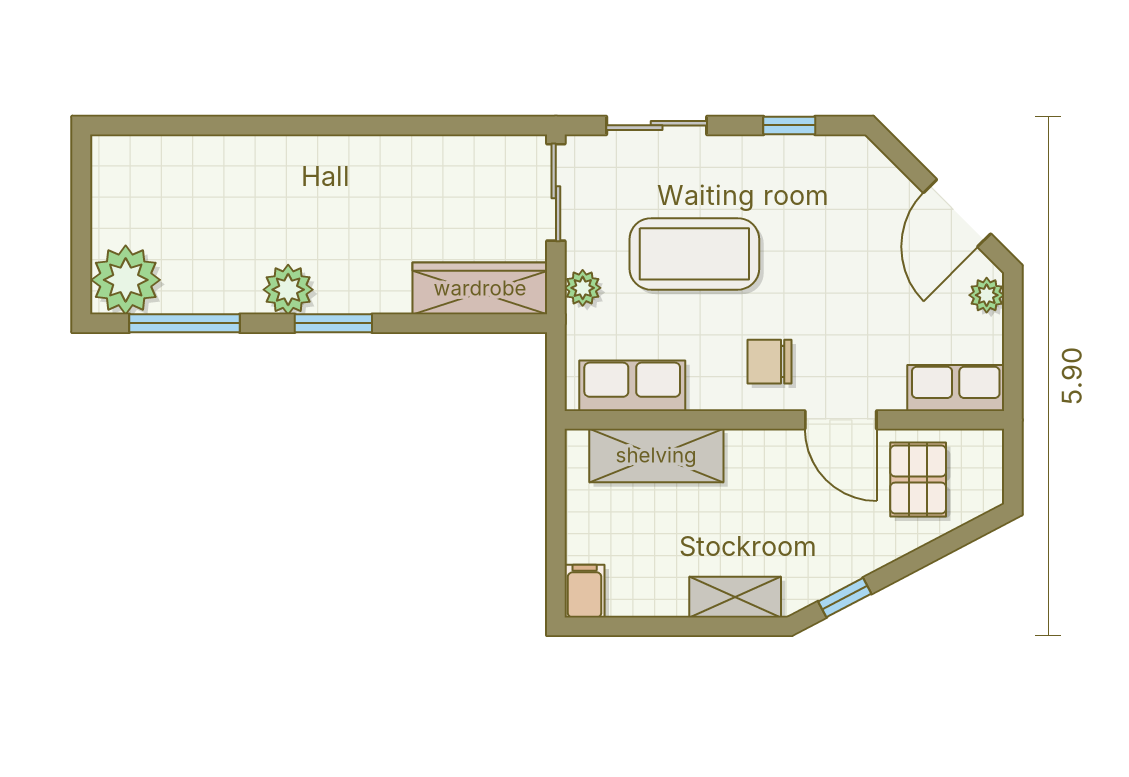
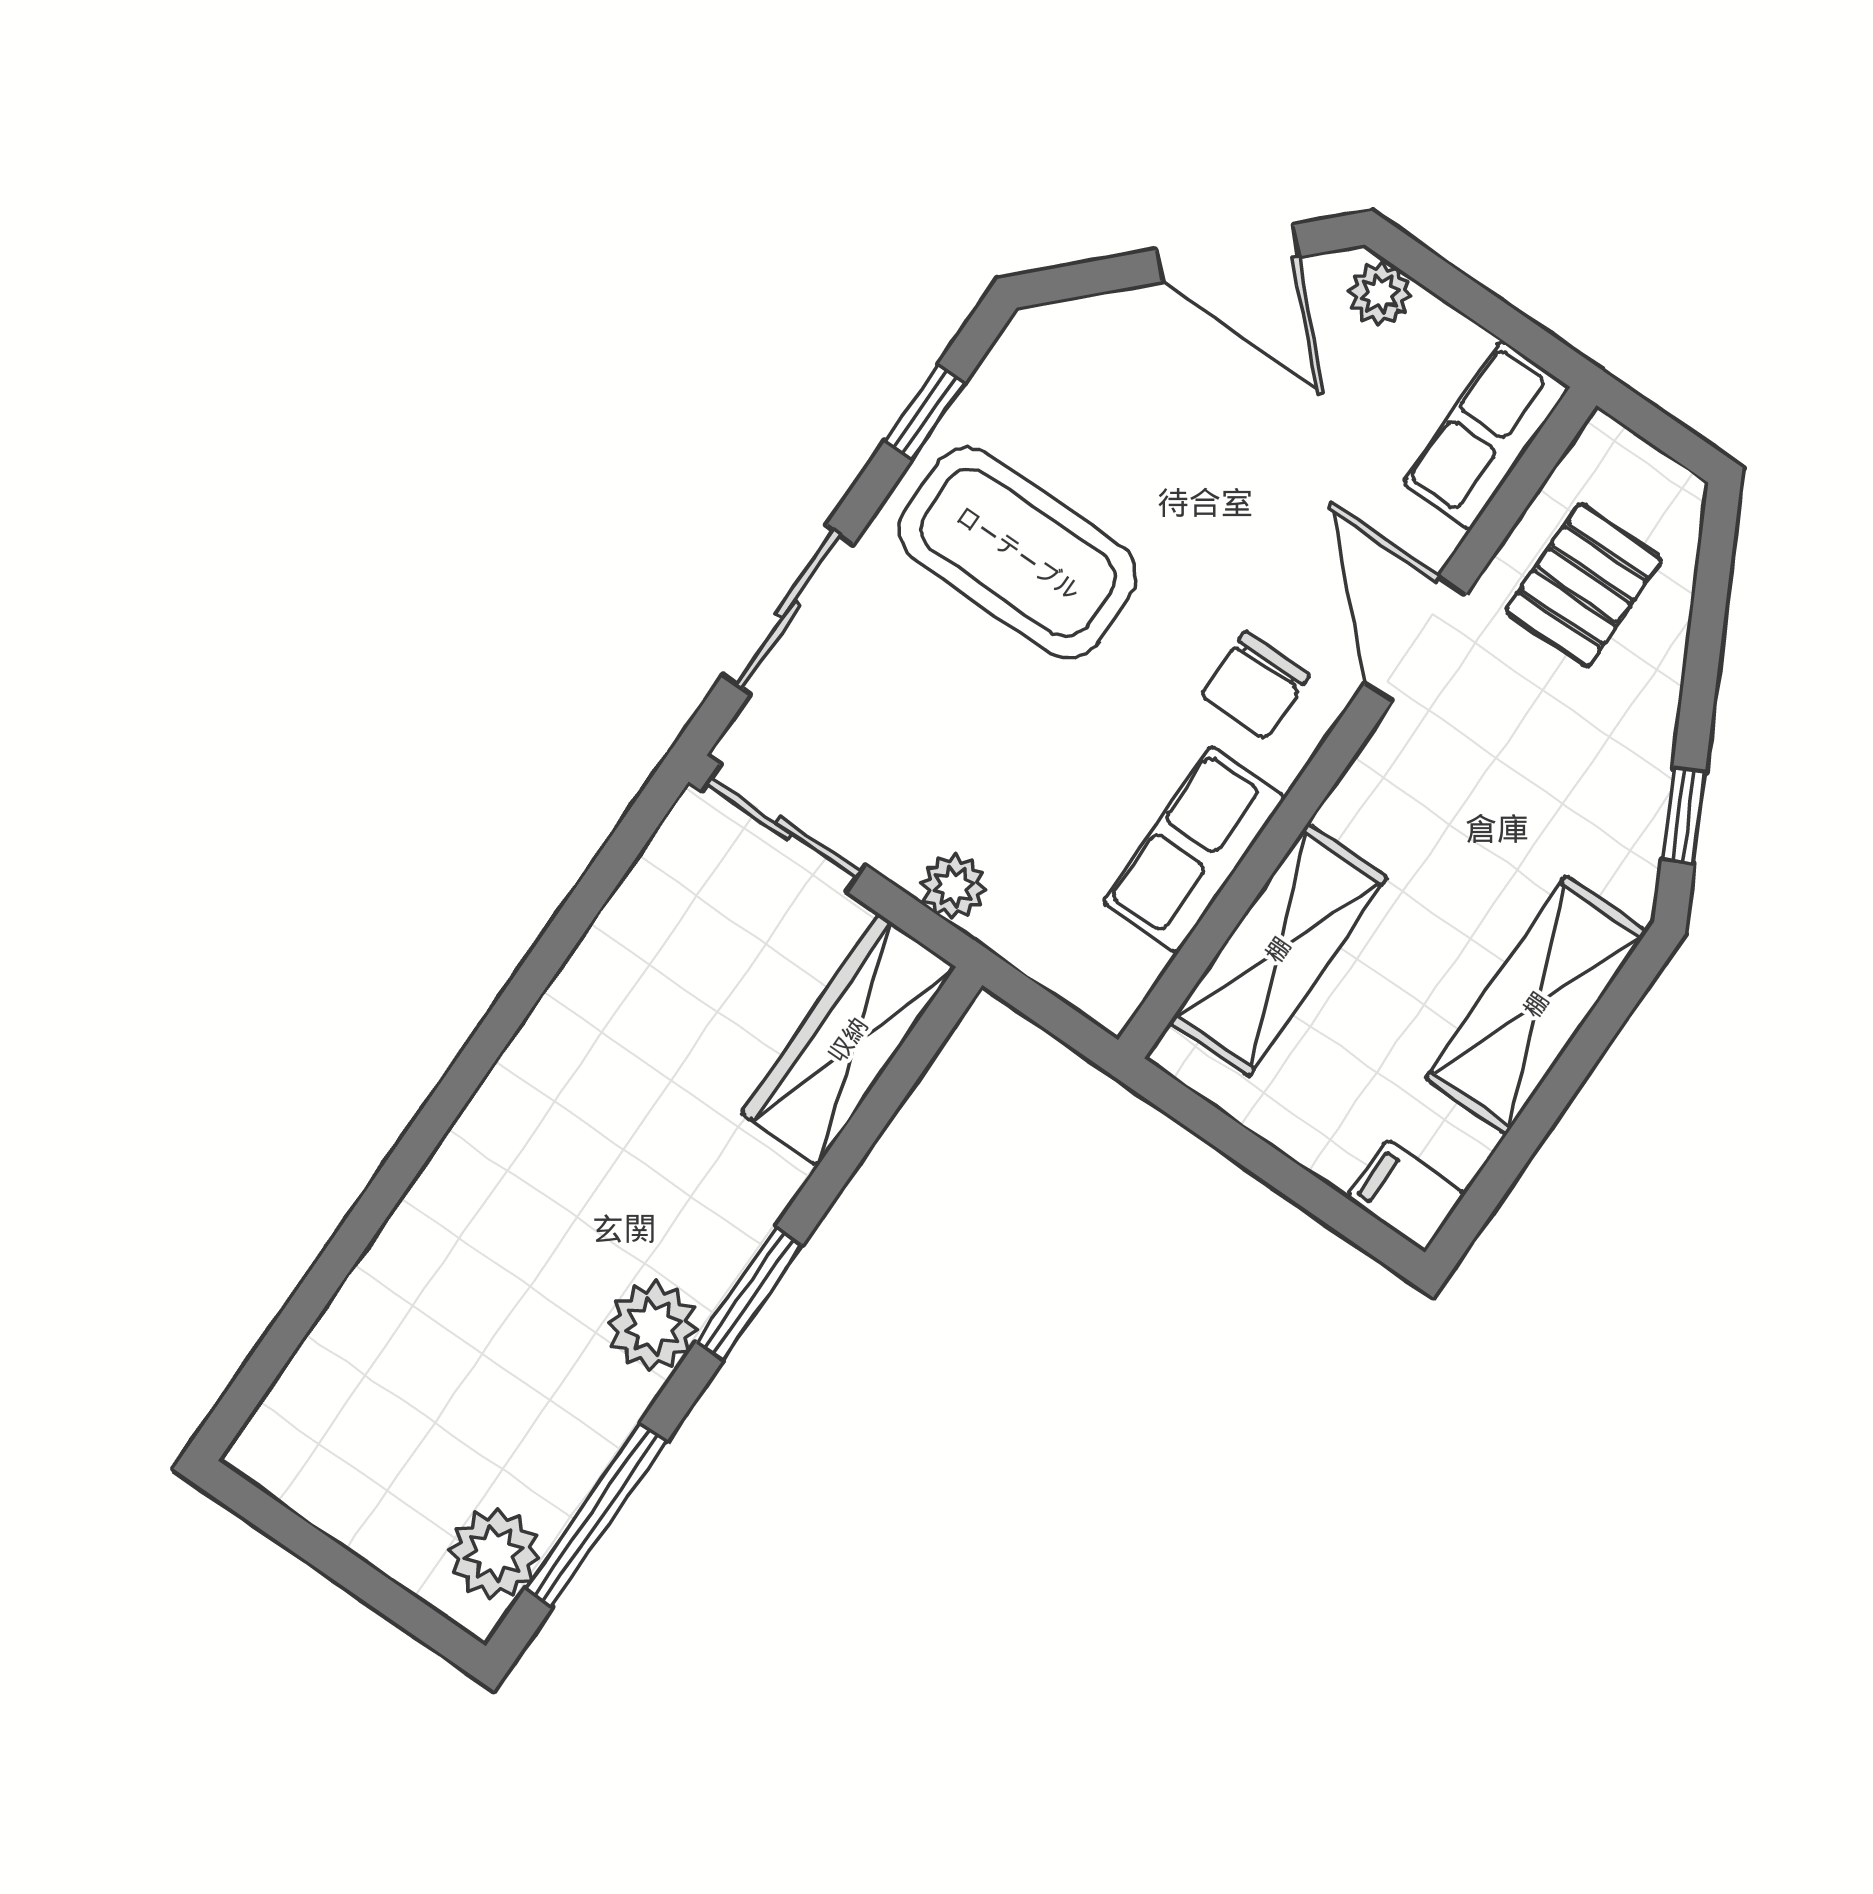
coffee table: (694, 254) -> (1018, 553), moved, turned 90
plant: (126, 280) -> (494, 1554), width x0.73, depth x0.73
row of seats: (632, 386) -> (1194, 850), moved
door: (841, 420) -> (1415, 639), swing flipped
pallet: (918, 479) -> (1584, 585), turned 90
shelving: (735, 597) -> (1536, 1005), width x1.50, depth x1.33

